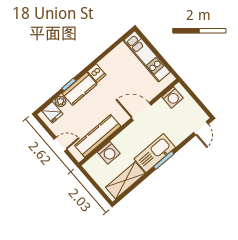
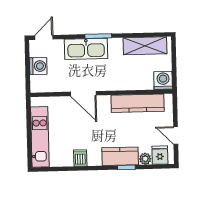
dishwasher: (97, 73) -> (80, 158), moved
washing machine: (172, 97) -> (38, 66), moved, turned 90
door: (60, 144) -> (176, 135), moved
washing machine: (109, 153) -> (163, 80), moved
kitchen sink: (155, 153) -> (86, 49), moved

